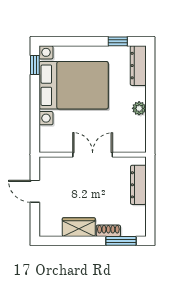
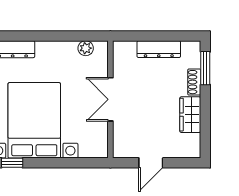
plant: (139, 108) -> (86, 48), moved
dresser: (138, 185) -> (159, 49), moved

